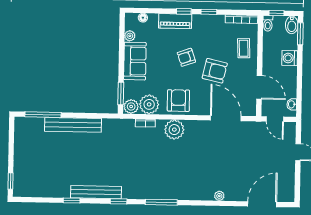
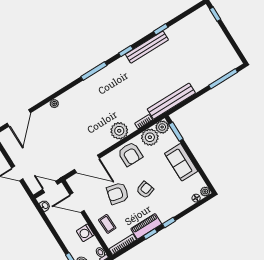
piano: (175, 21) -> (146, 226), moved
plant: (130, 36) -> (205, 192), moved
washing machine: (290, 58) -> (85, 233), moved, turned 180
bench: (73, 125) -> (171, 101), moved

